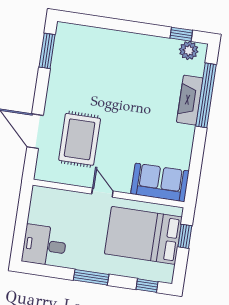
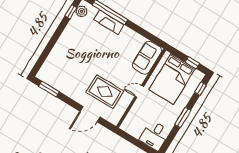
window: (185, 236) -> (192, 63), moved

